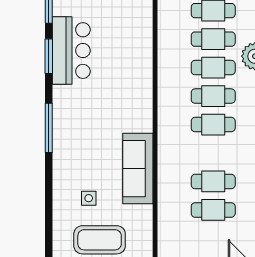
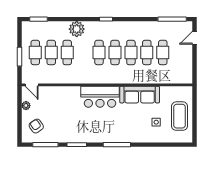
bar counter: (71, 51) -> (100, 97), moved, turned 180
cafe table: (213, 68) -> (131, 52), moved

